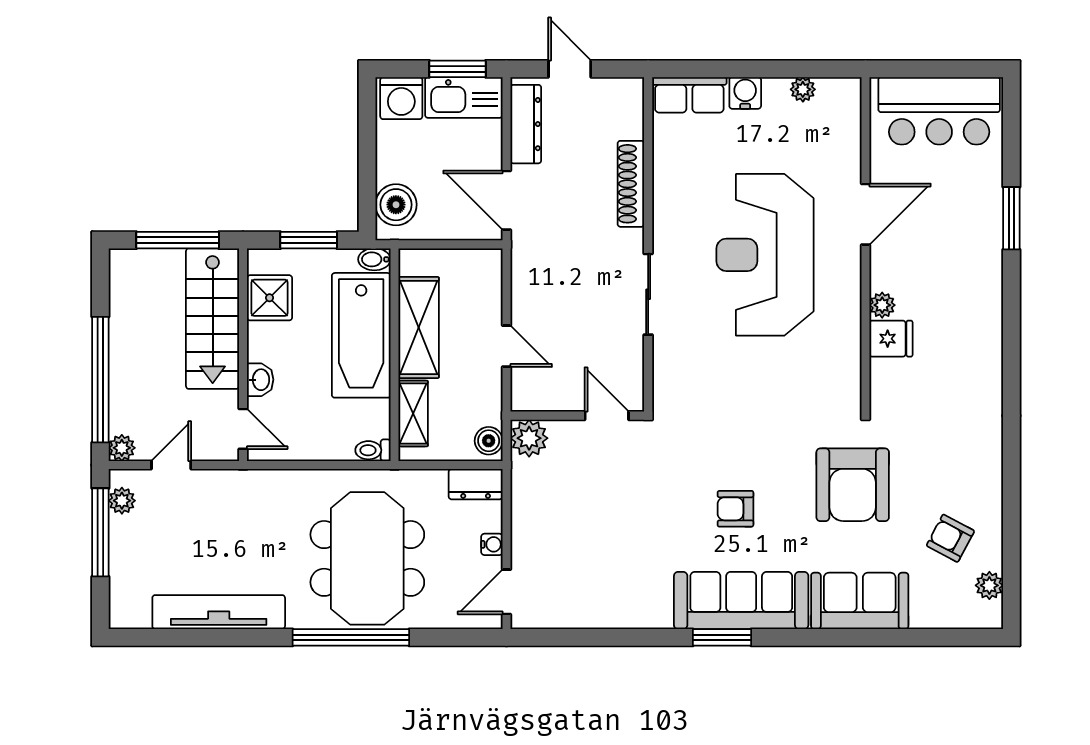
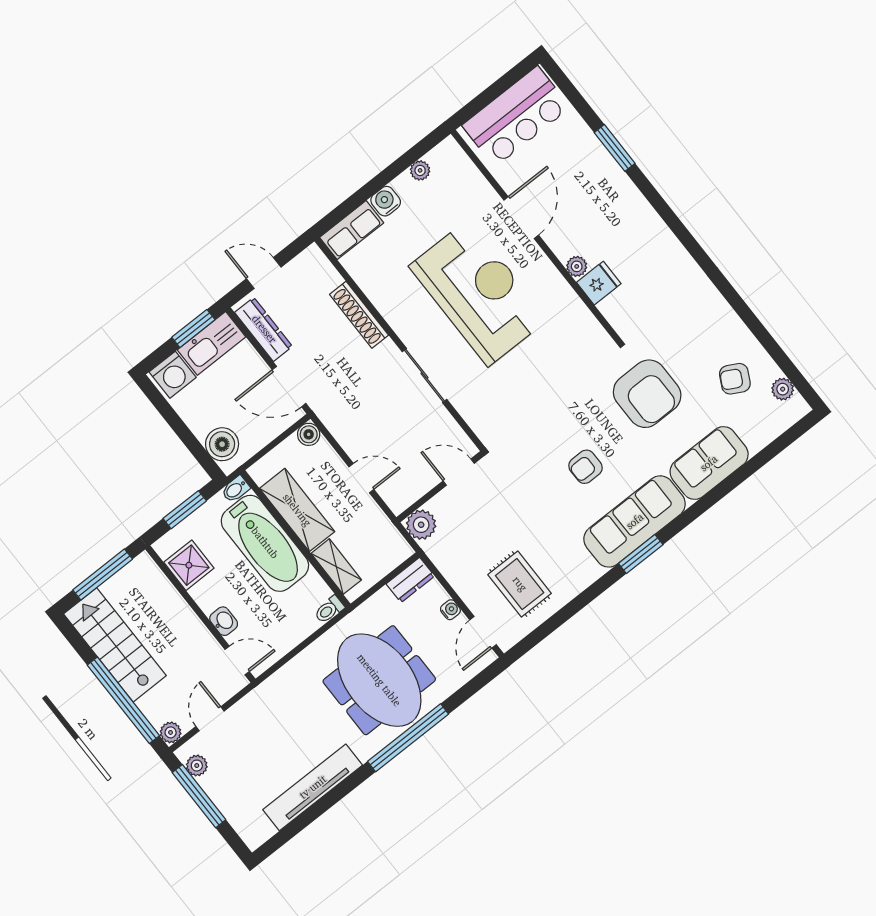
reception desk: (765, 255) -> (478, 293), turned 180
stairs: (213, 319) -> (115, 645), moved, turned 180
boiler: (489, 441) -> (309, 434), moved
rug: (580, 573) -> (520, 584), added

